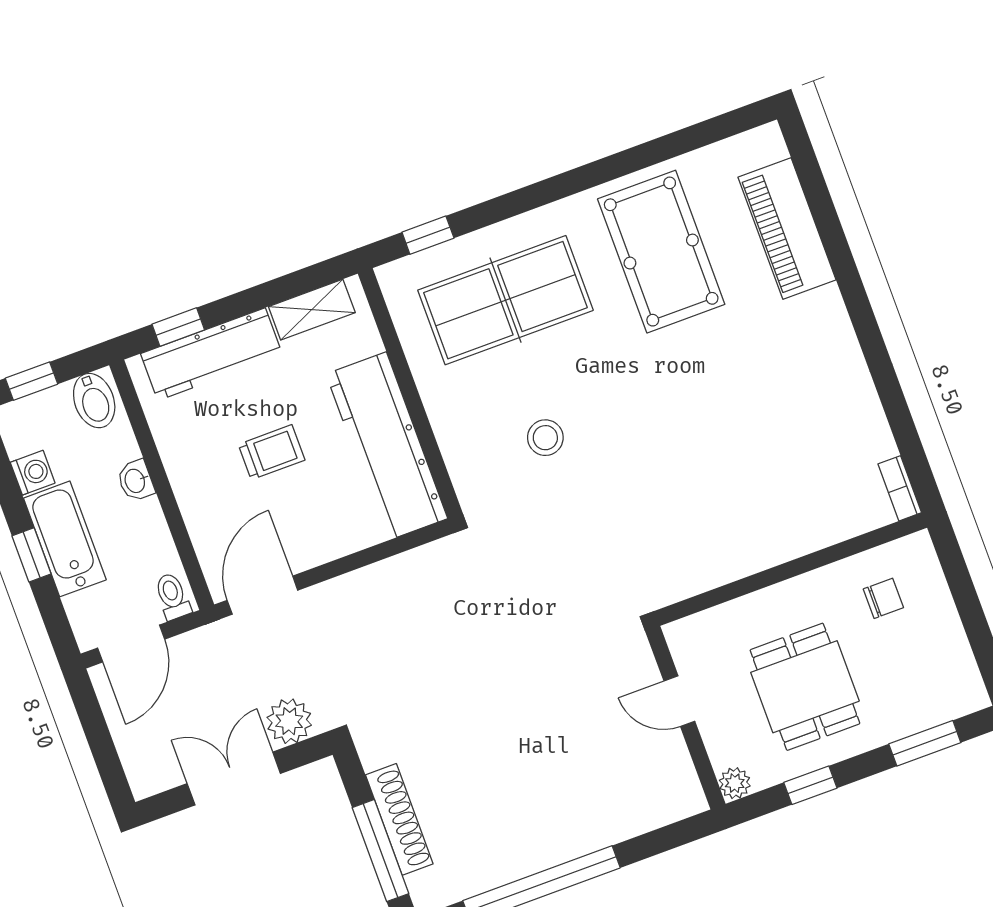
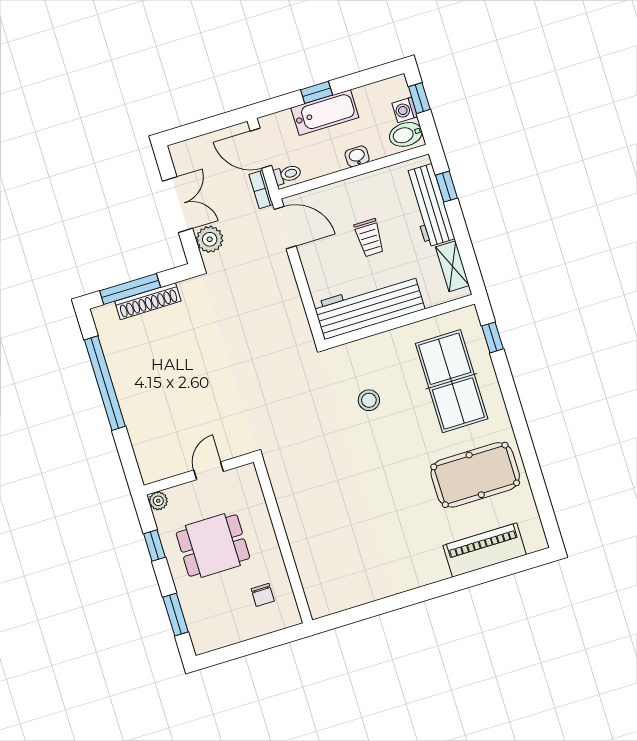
washing machine: (33, 473) -> (405, 110), moved, turned 90
bookcase: (900, 488) -> (261, 190), moved, turned -90

